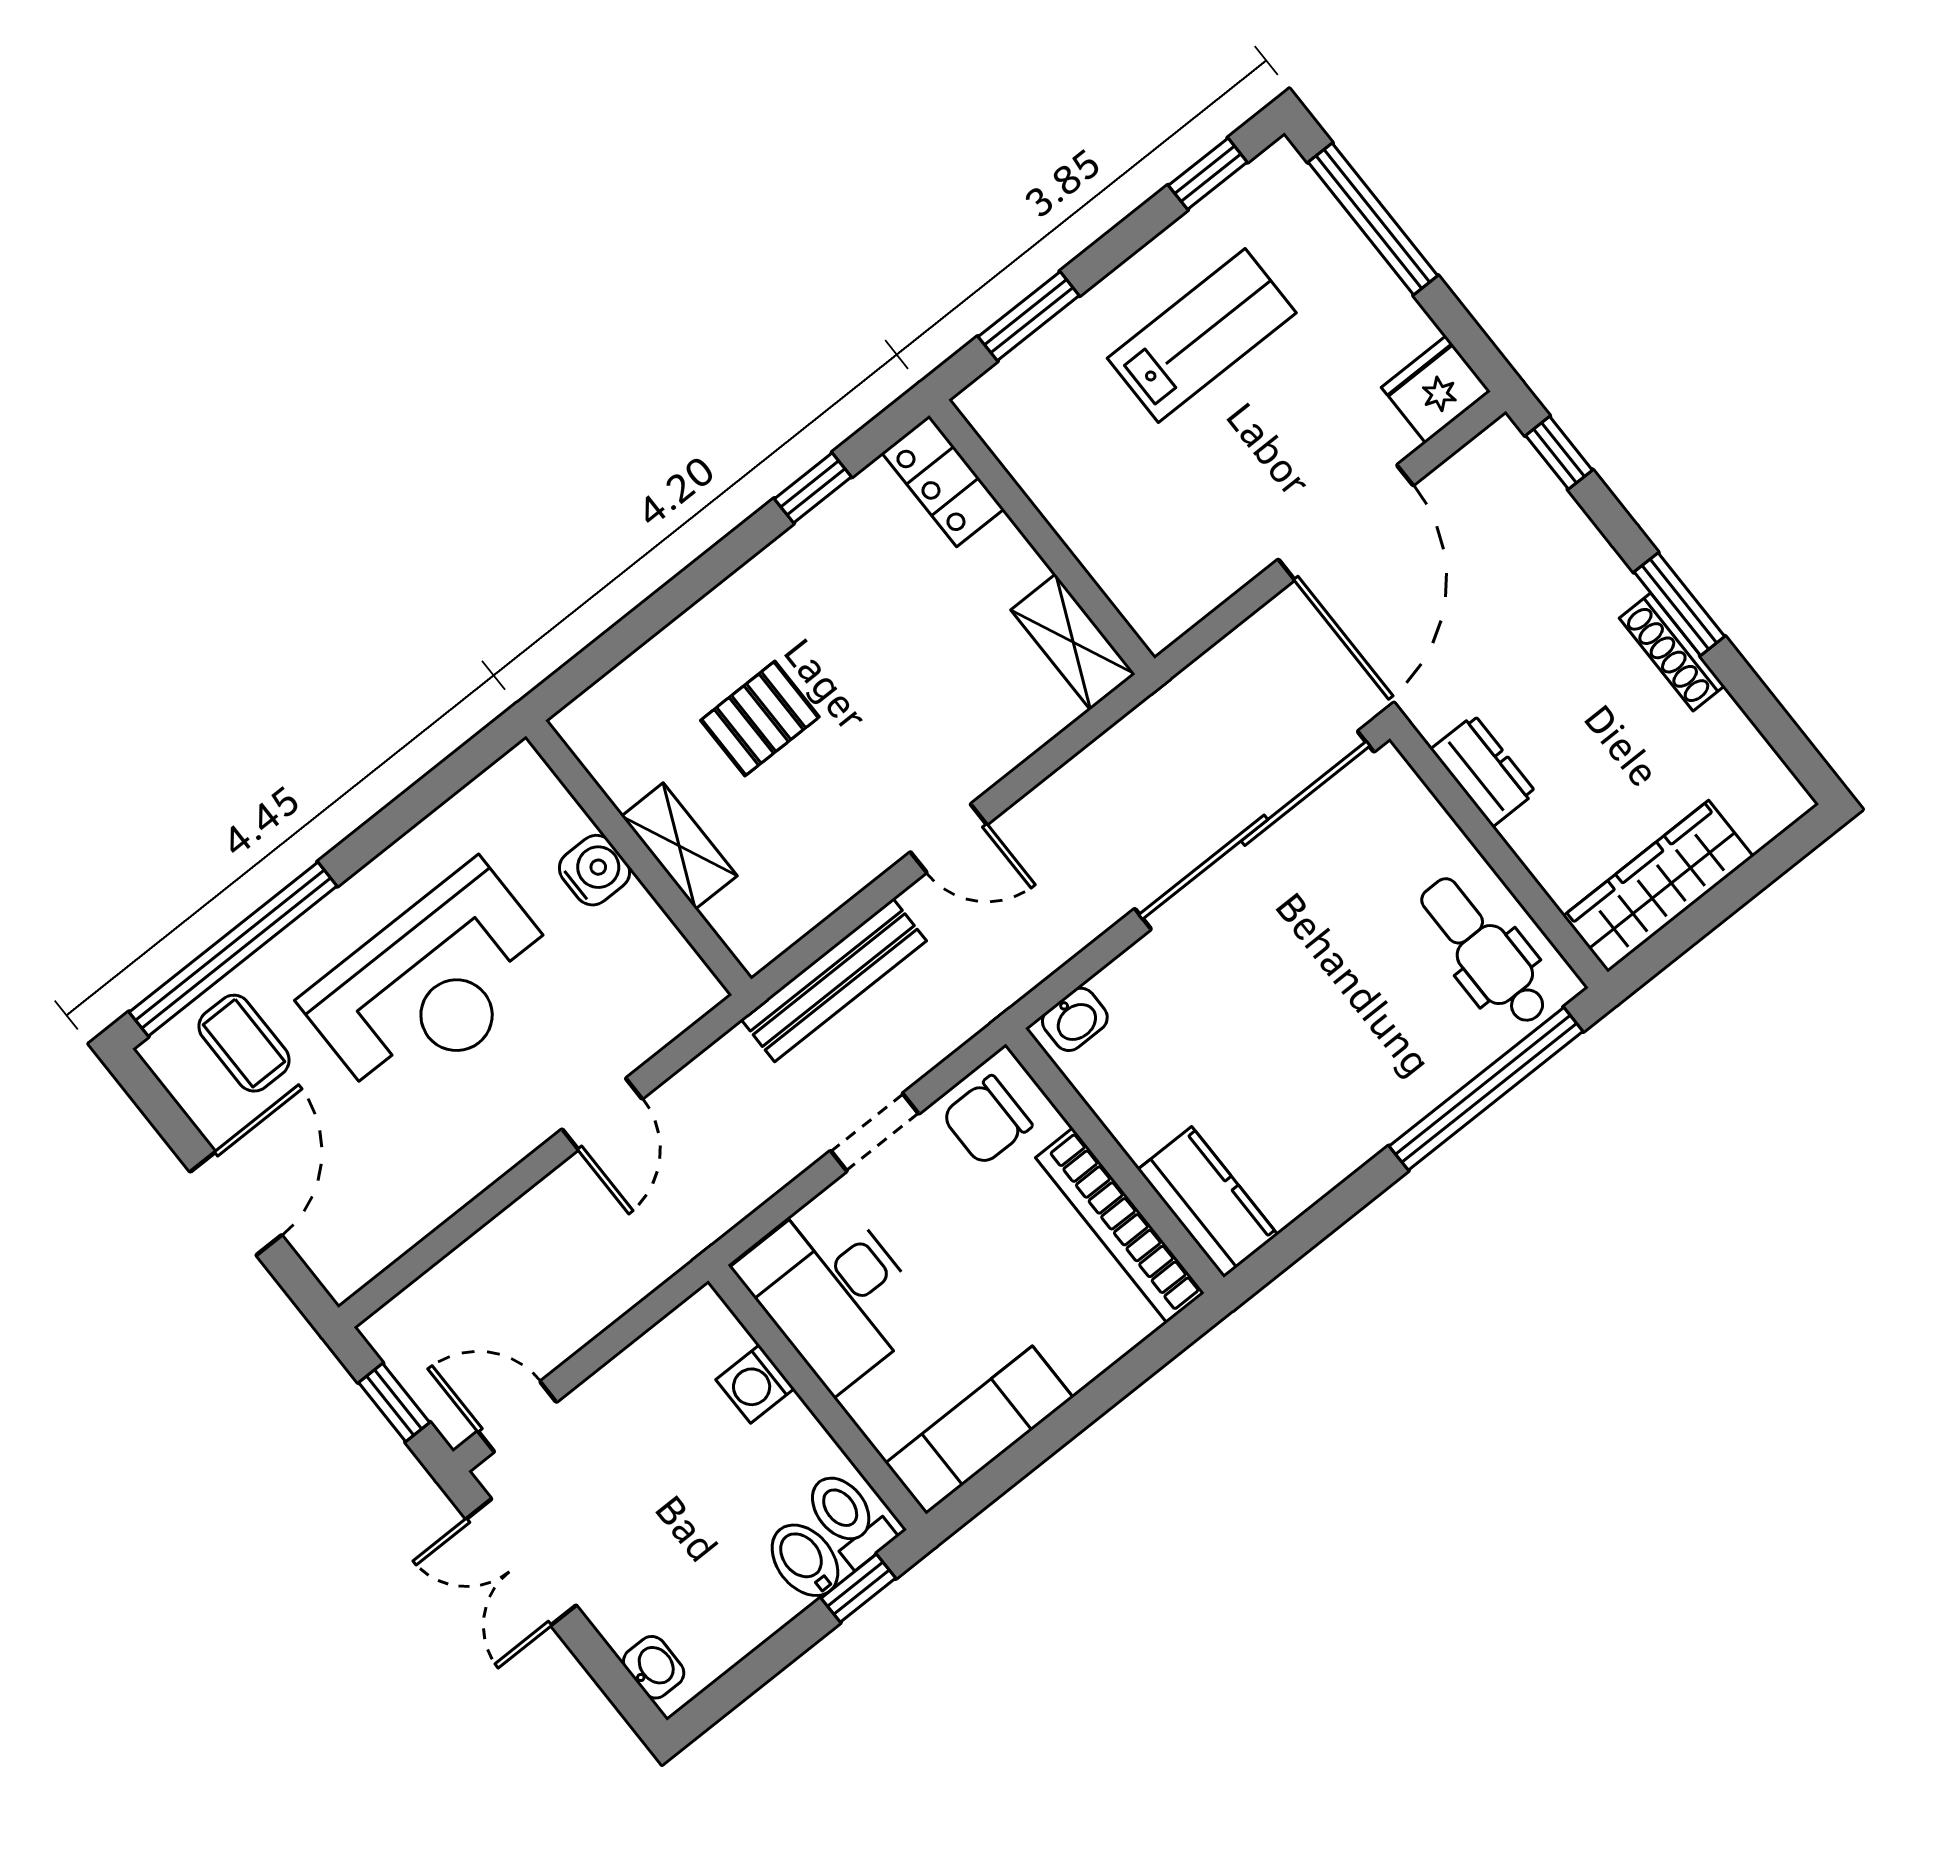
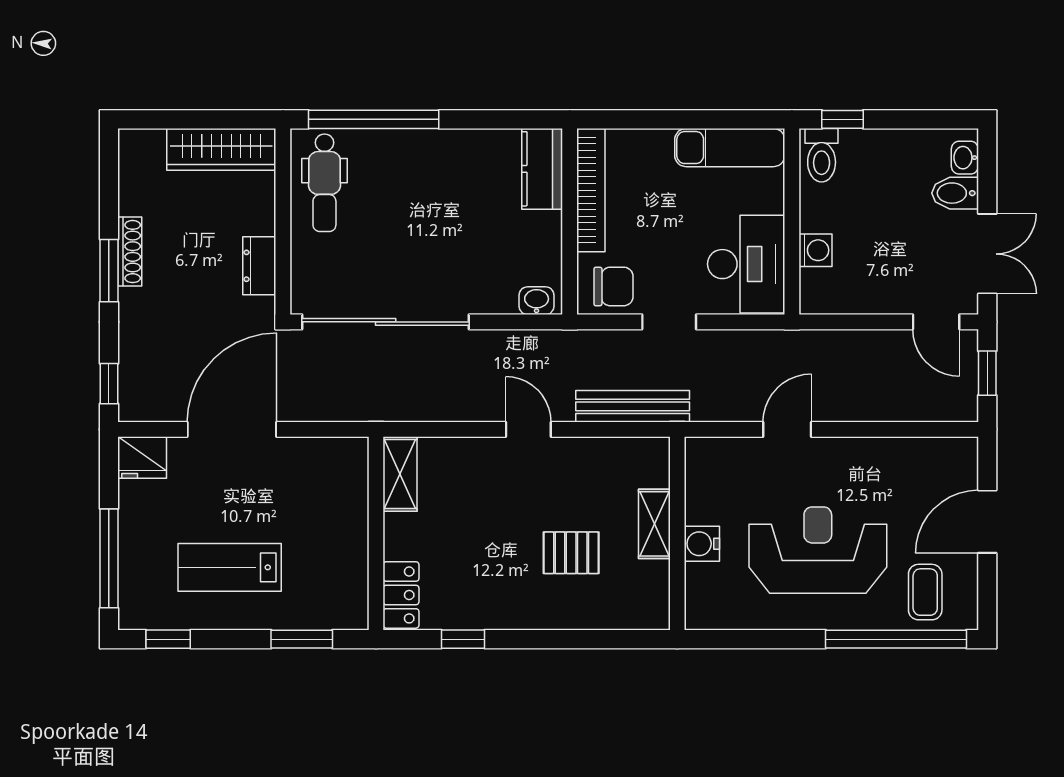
bidet: (805, 1560) -> (955, 193), moved, turned 90

